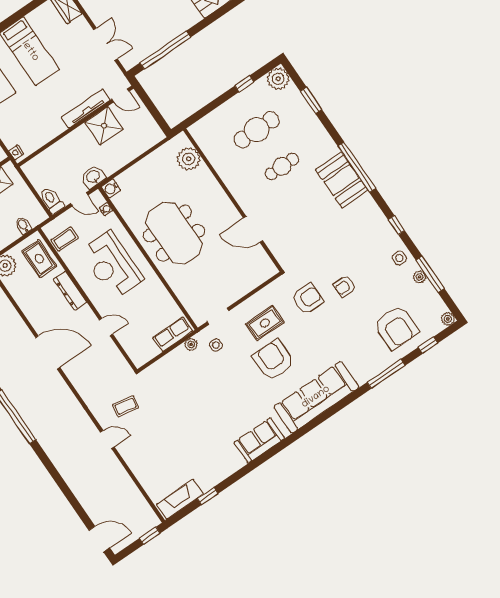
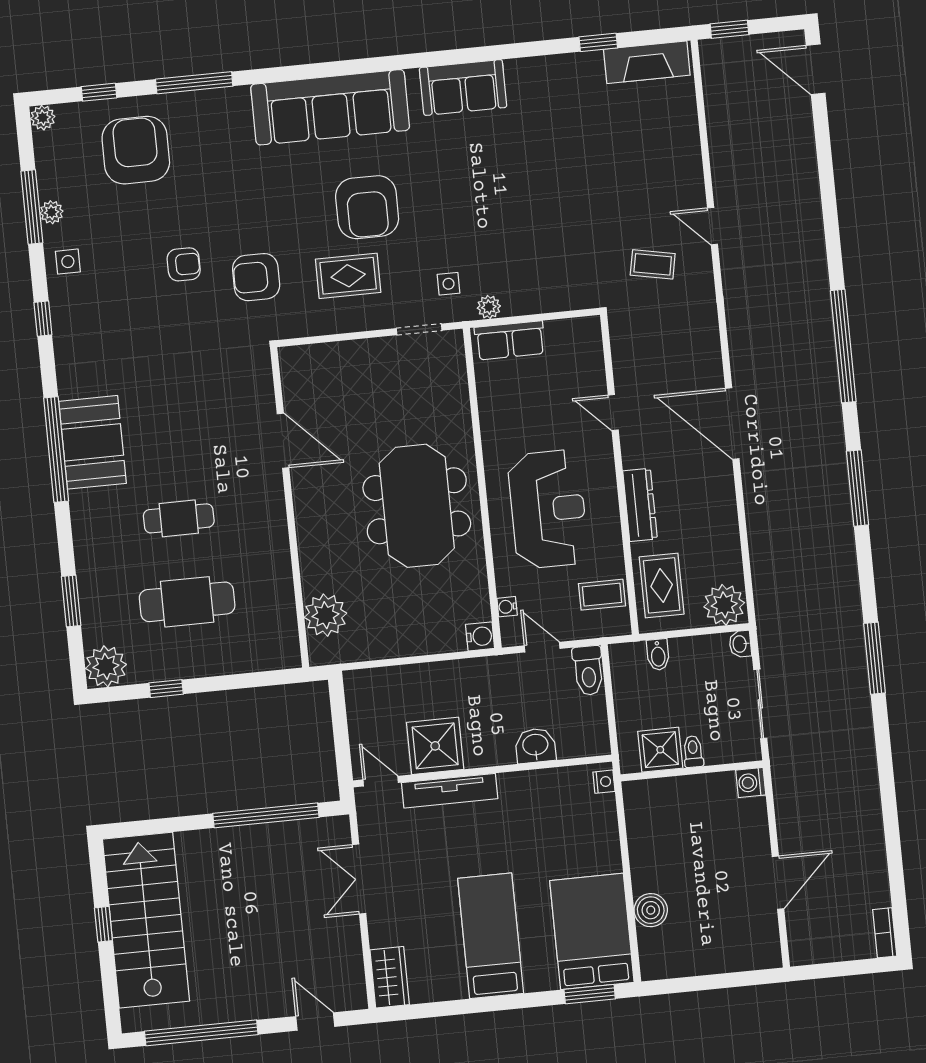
washbasin: (93, 177) -> (535, 746), moved, turned 180

